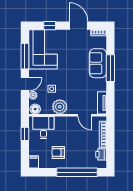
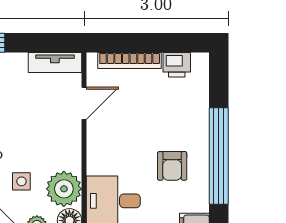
plant: (60, 107) -> (64, 189), moved
window: (77, 172) -> (219, 156), moved

